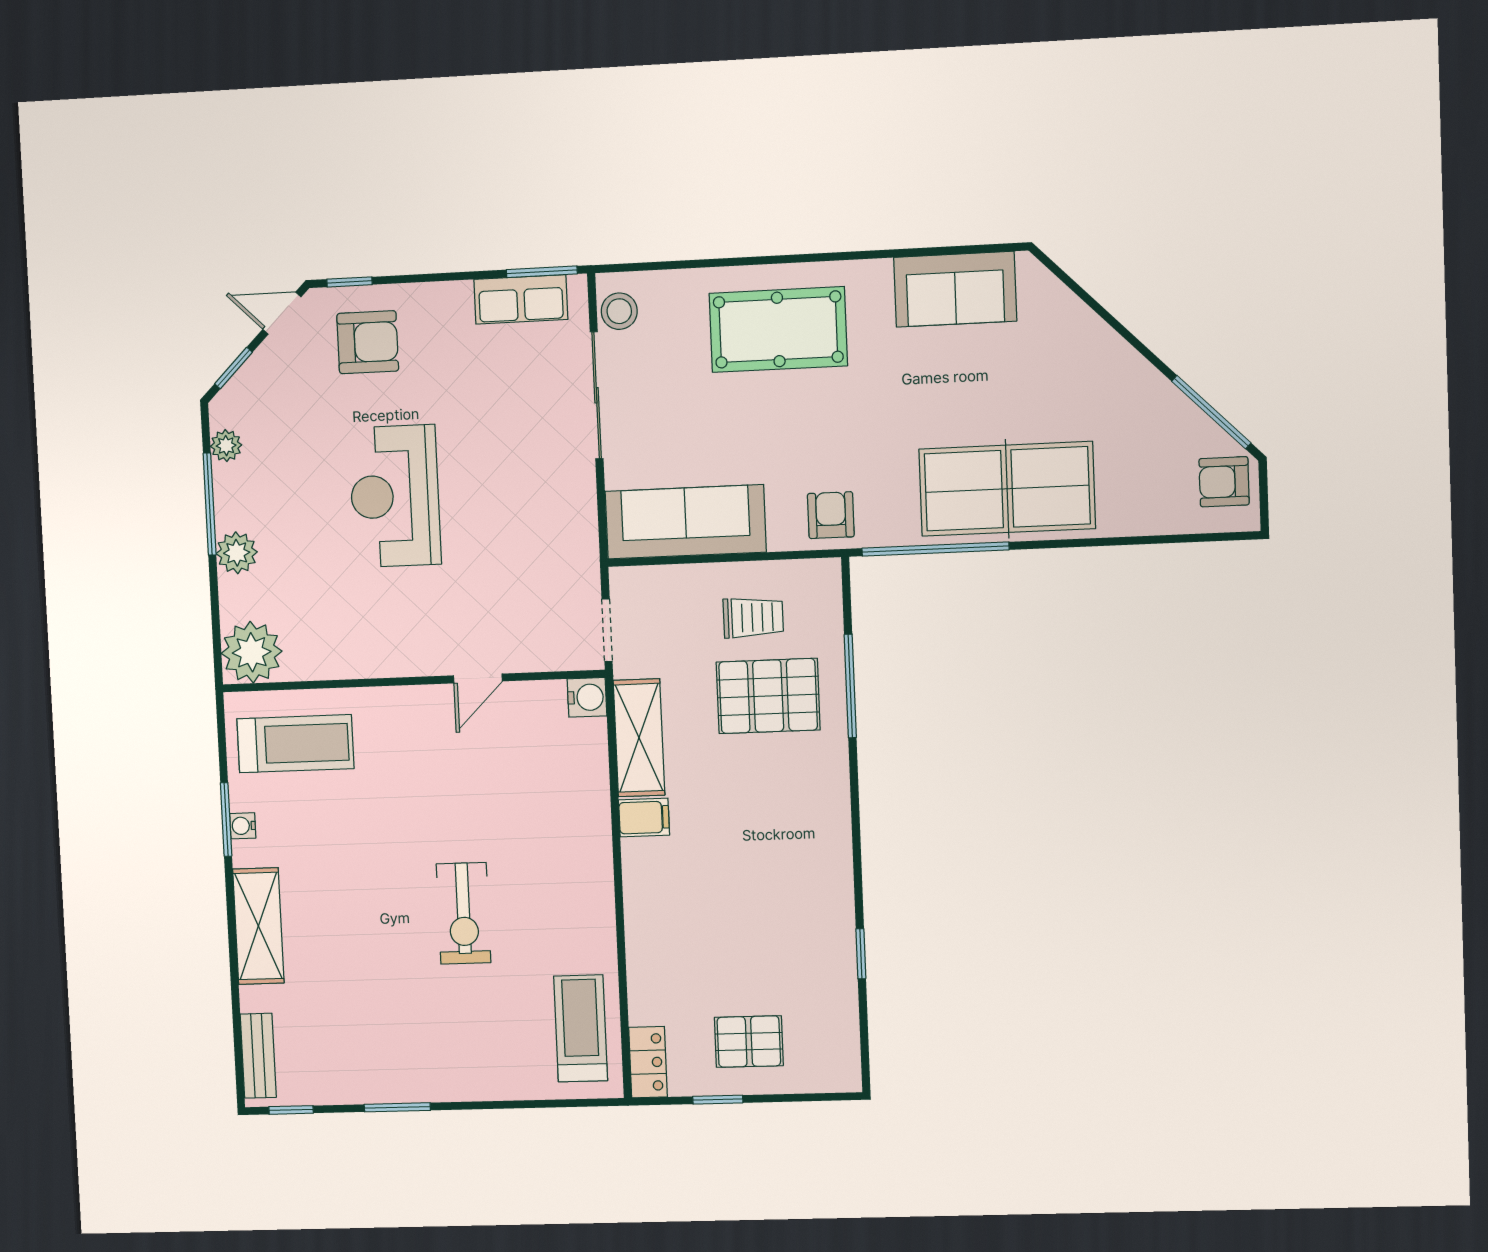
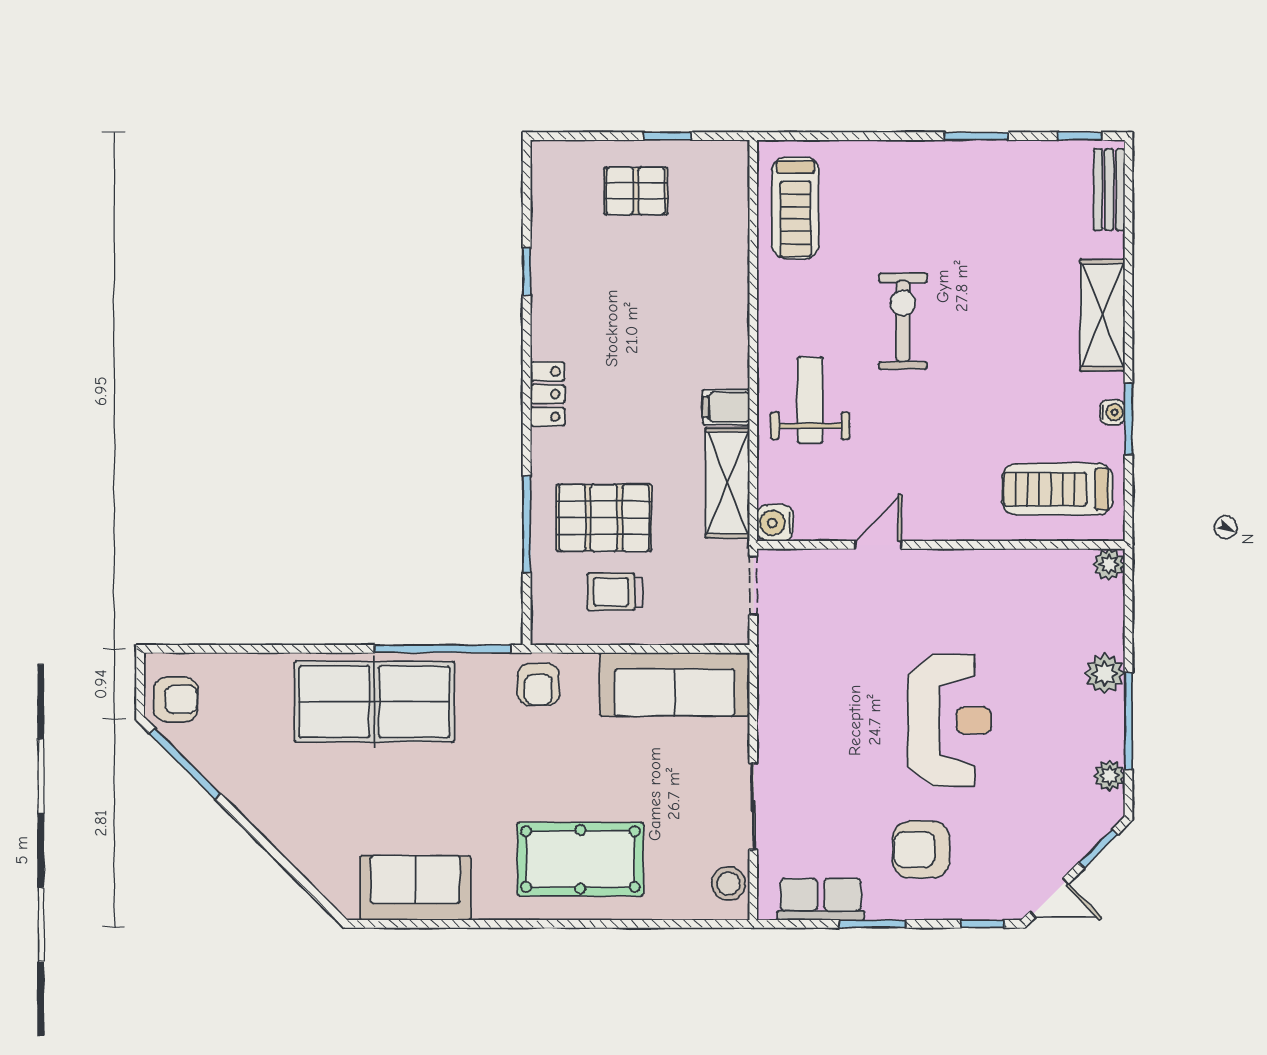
window: (542, 272) -> (872, 924), moved
armchair: (368, 342) -> (921, 850), moved
sliding door: (597, 395) -> (753, 806), width x0.73
plant: (252, 652) -> (1109, 564), width x0.53, depth x0.53
weight bench: (556, 828) -> (810, 400), added
locker: (648, 1062) -> (547, 394), moved, turned 180

